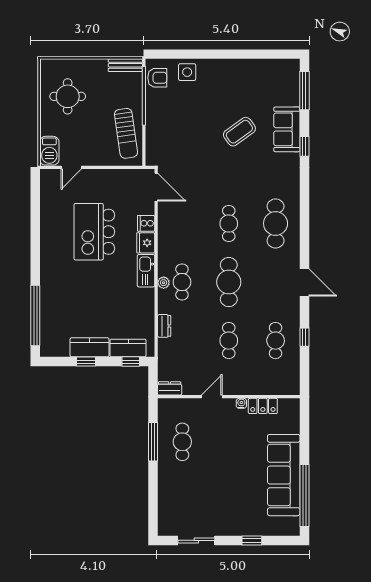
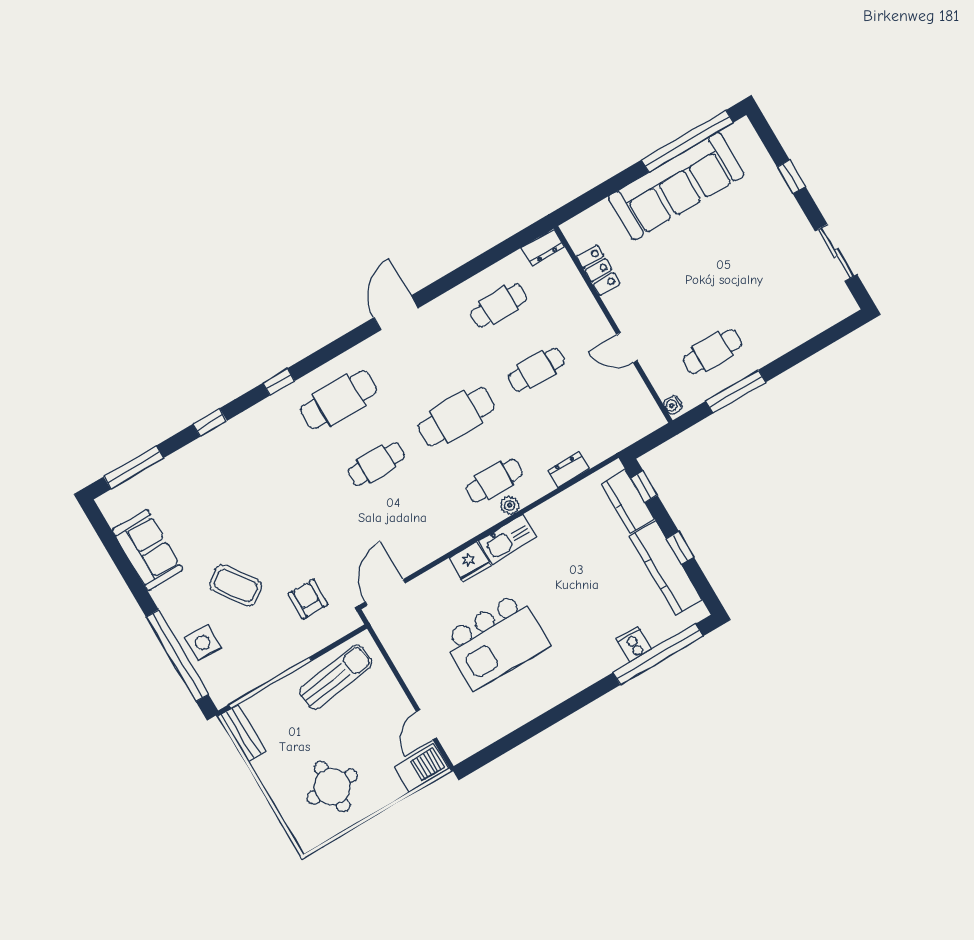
window: (188, 54) -> (177, 656), added
armchair: (157, 78) -> (308, 599), moved
sofa: (287, 129) -> (148, 550), moved, turned -90
coffee table: (239, 132) -> (236, 585), moved
door: (71, 167) -> (426, 725), swing flipped
cooker: (146, 223) -> (634, 644), moved, turned 180
window: (304, 337) -> (279, 382), moved
kitchen counter: (90, 347) -> (666, 568), width x1.50
dresser: (170, 388) -> (543, 247), moved, turned -90
water cooler: (241, 403) -> (673, 405), moved

